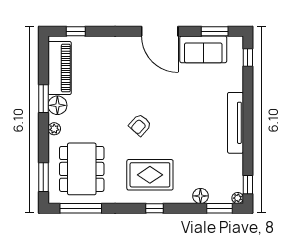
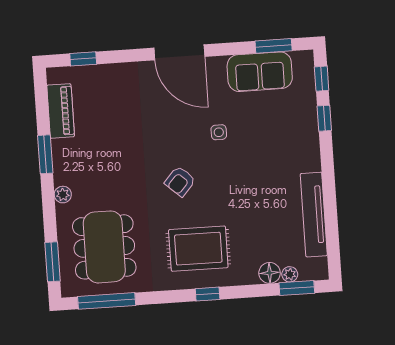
door: (160, 31) -> (179, 52), moved
piano: (60, 68) -> (61, 111), width x0.73, depth x0.75
side table: (171, 91) -> (219, 132), added
floor lamp: (57, 105) -> (65, 162), removed
tv unit: (236, 123) -> (314, 215), moved
window: (248, 185) -> (324, 118), moved
plant: (238, 198) -> (290, 274), moved

